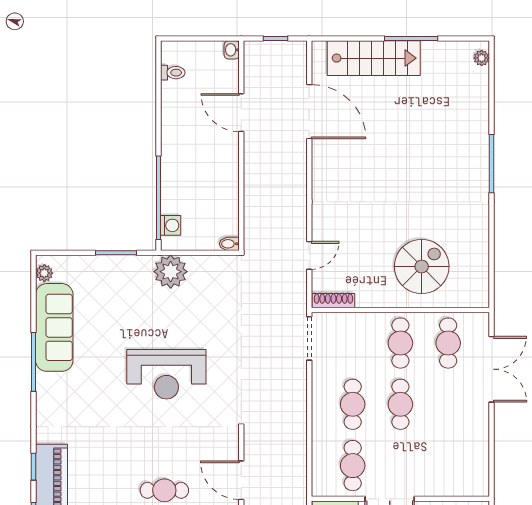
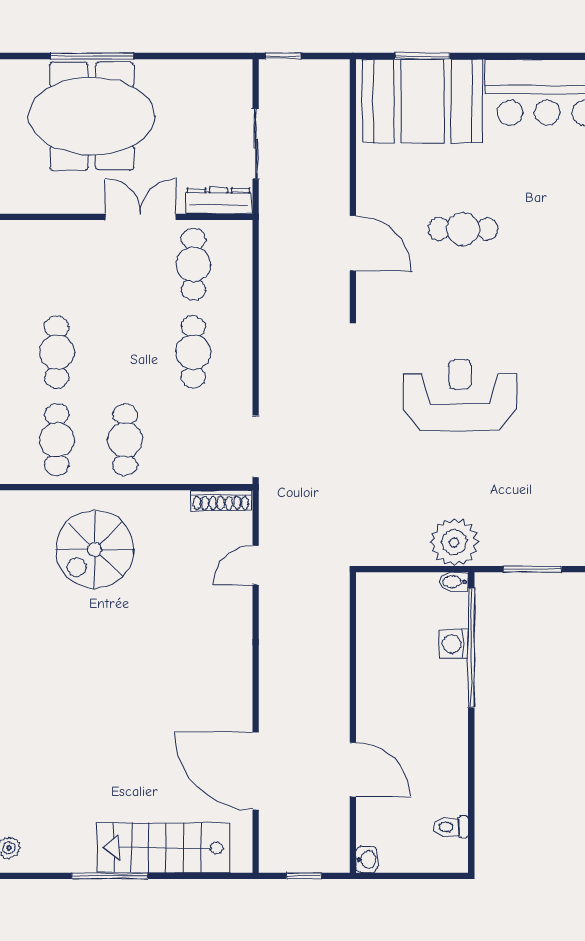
washing machine: (171, 225) -> (454, 644), moved
bidet: (229, 244) -> (454, 582), moved, turned 180
cafe table: (400, 404) -> (57, 352), moved

